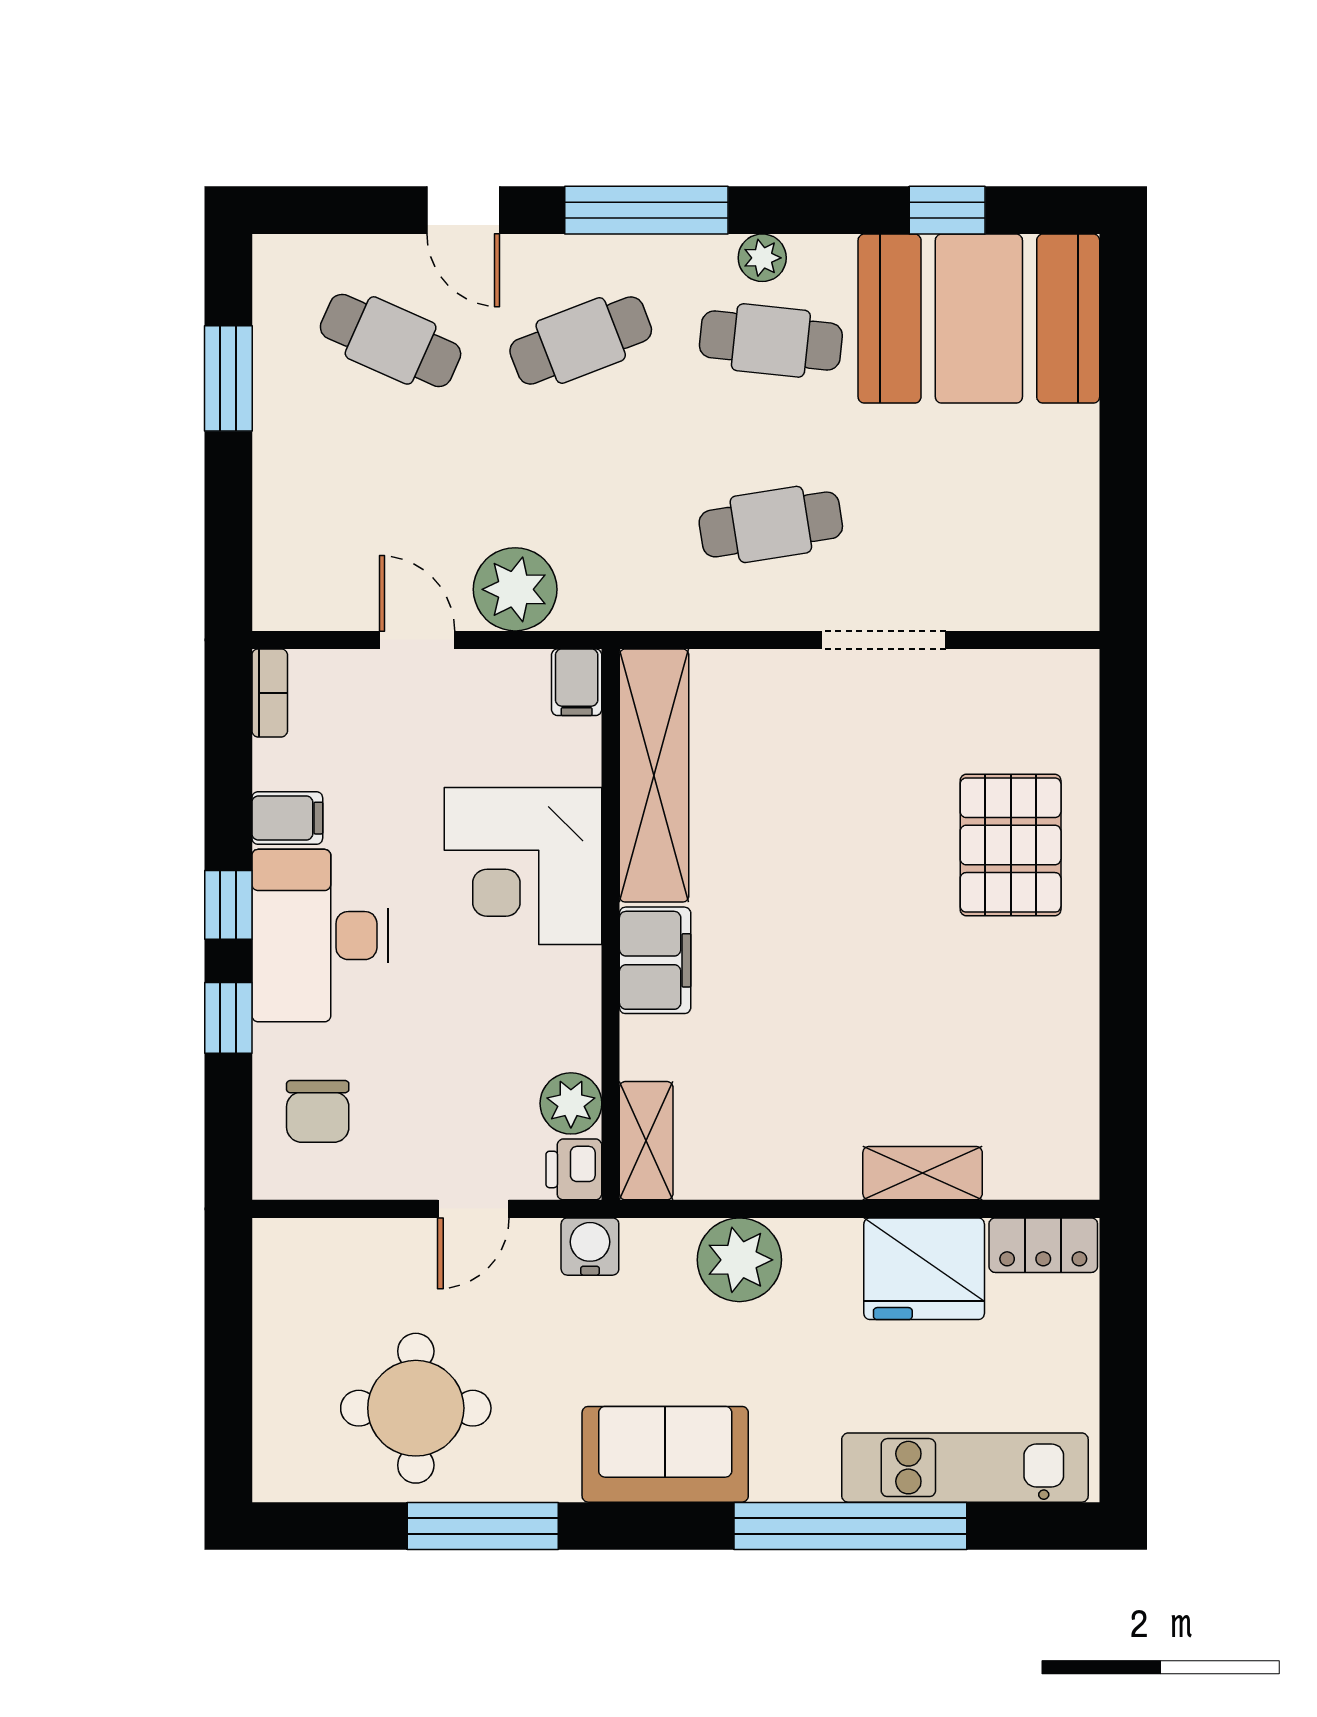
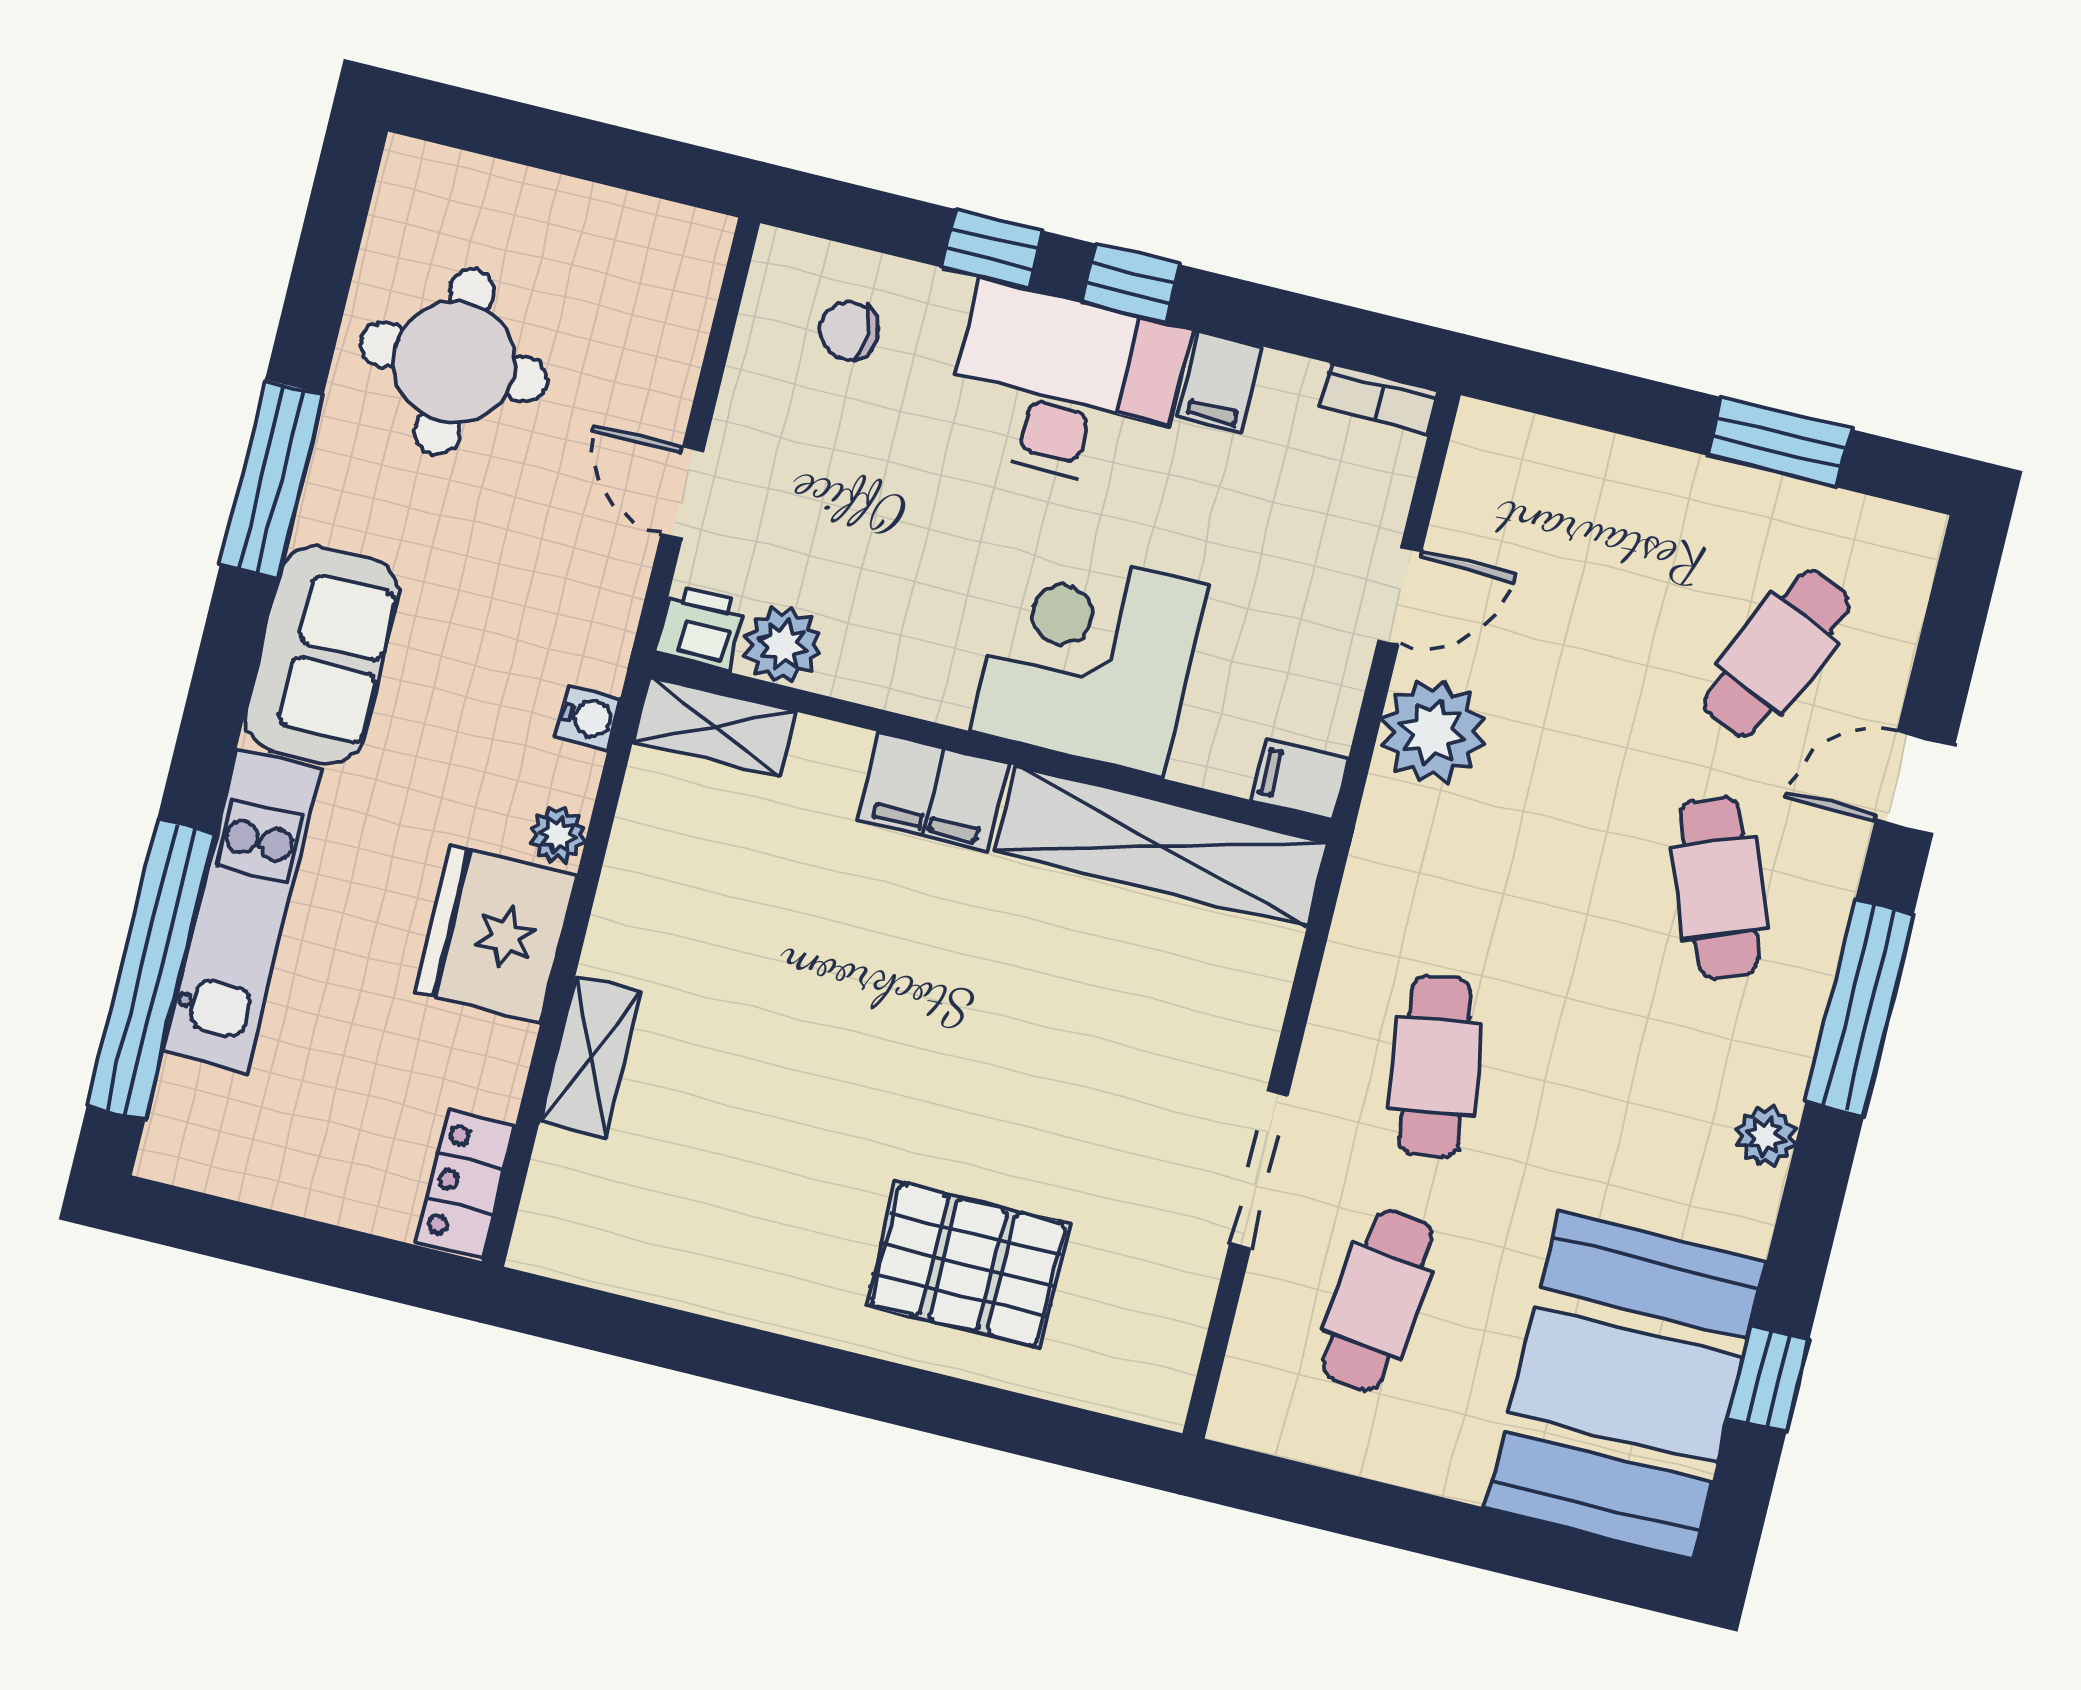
cafe table: (771, 340) -> (1378, 1300), moved
chair: (318, 1111) -> (849, 331), width x0.73, depth x0.73
water cooler: (590, 1247) -> (588, 718), moved, width x0.72, depth x0.72
plant: (739, 1260) -> (557, 835), width x0.53, depth x0.53
fridge: (924, 1269) -> (496, 934), moved
kitchen unit: (965, 1468) -> (242, 911), moved
window: (483, 1526) -> (272, 480), moved
window: (850, 1526) -> (151, 969), moved

